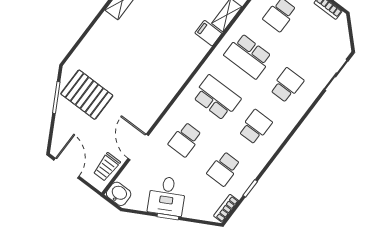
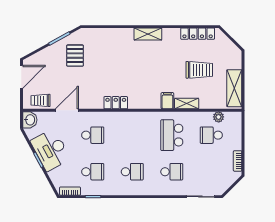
locker: (169, 89) -> (116, 103), added
pallet: (87, 95) -> (75, 56), width x0.67, depth x0.71
school desk: (217, 98) -> (132, 135), removed
school desk: (185, 140) -> (93, 135), turned 180
school desk: (224, 169) -> (93, 172), turned 180
desk: (167, 196) -> (50, 150), width x1.37

